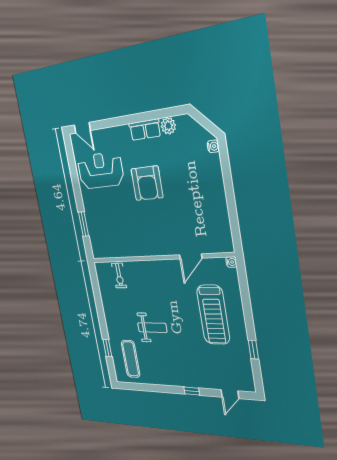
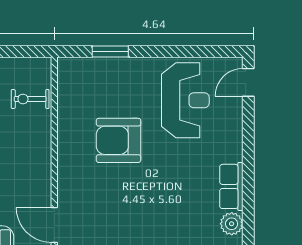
armchair: (147, 183) -> (118, 140), moved

